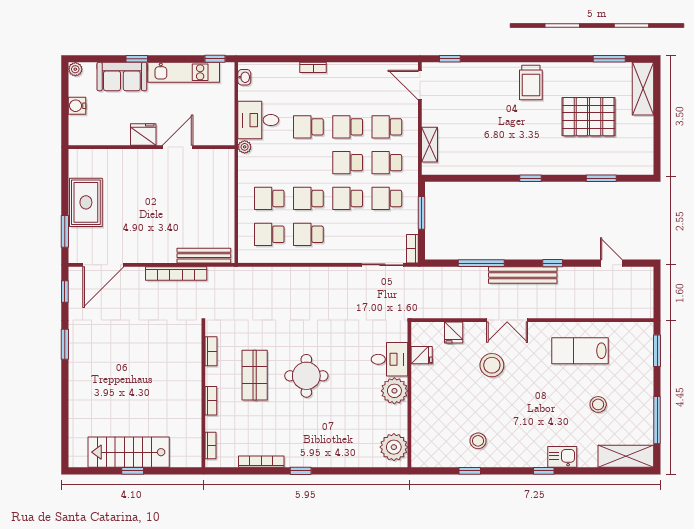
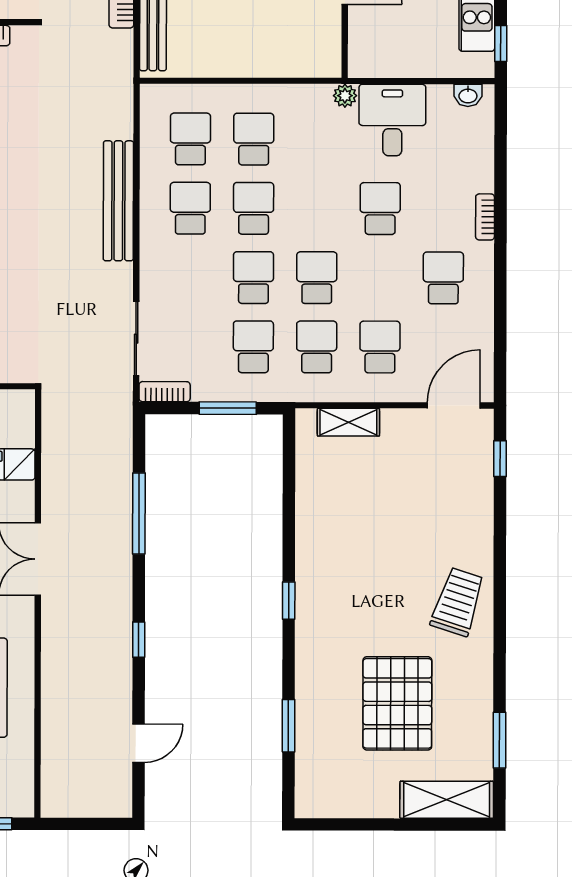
trolley: (531, 83) -> (458, 602), turned 108
school desk: (348, 127) -> (443, 278), moved
bench: (523, 275) -> (118, 201), moved

